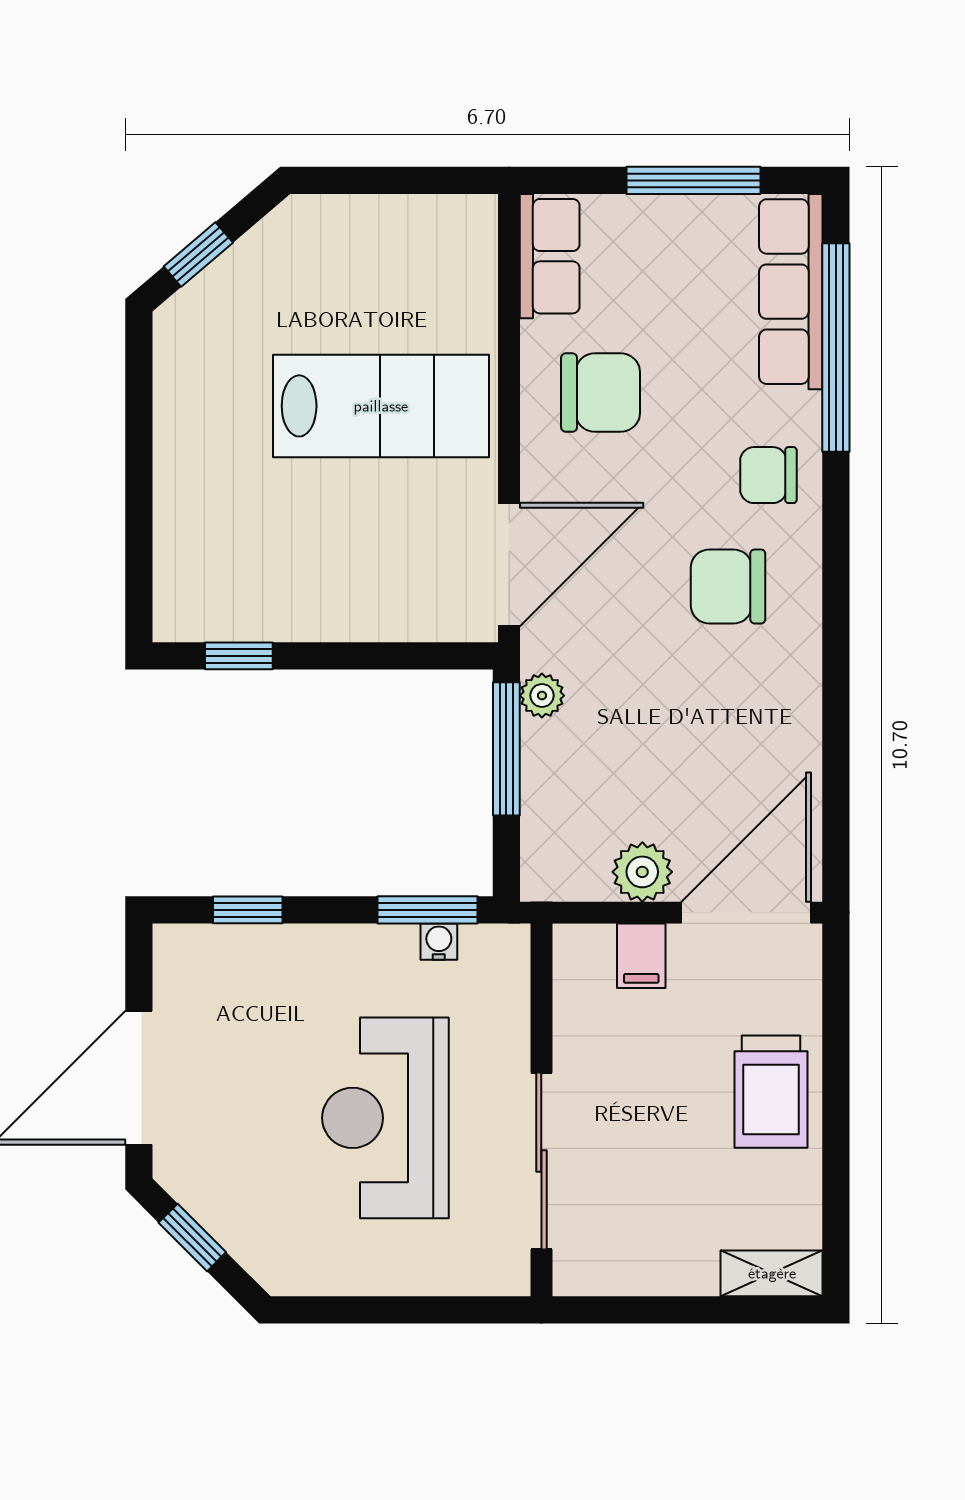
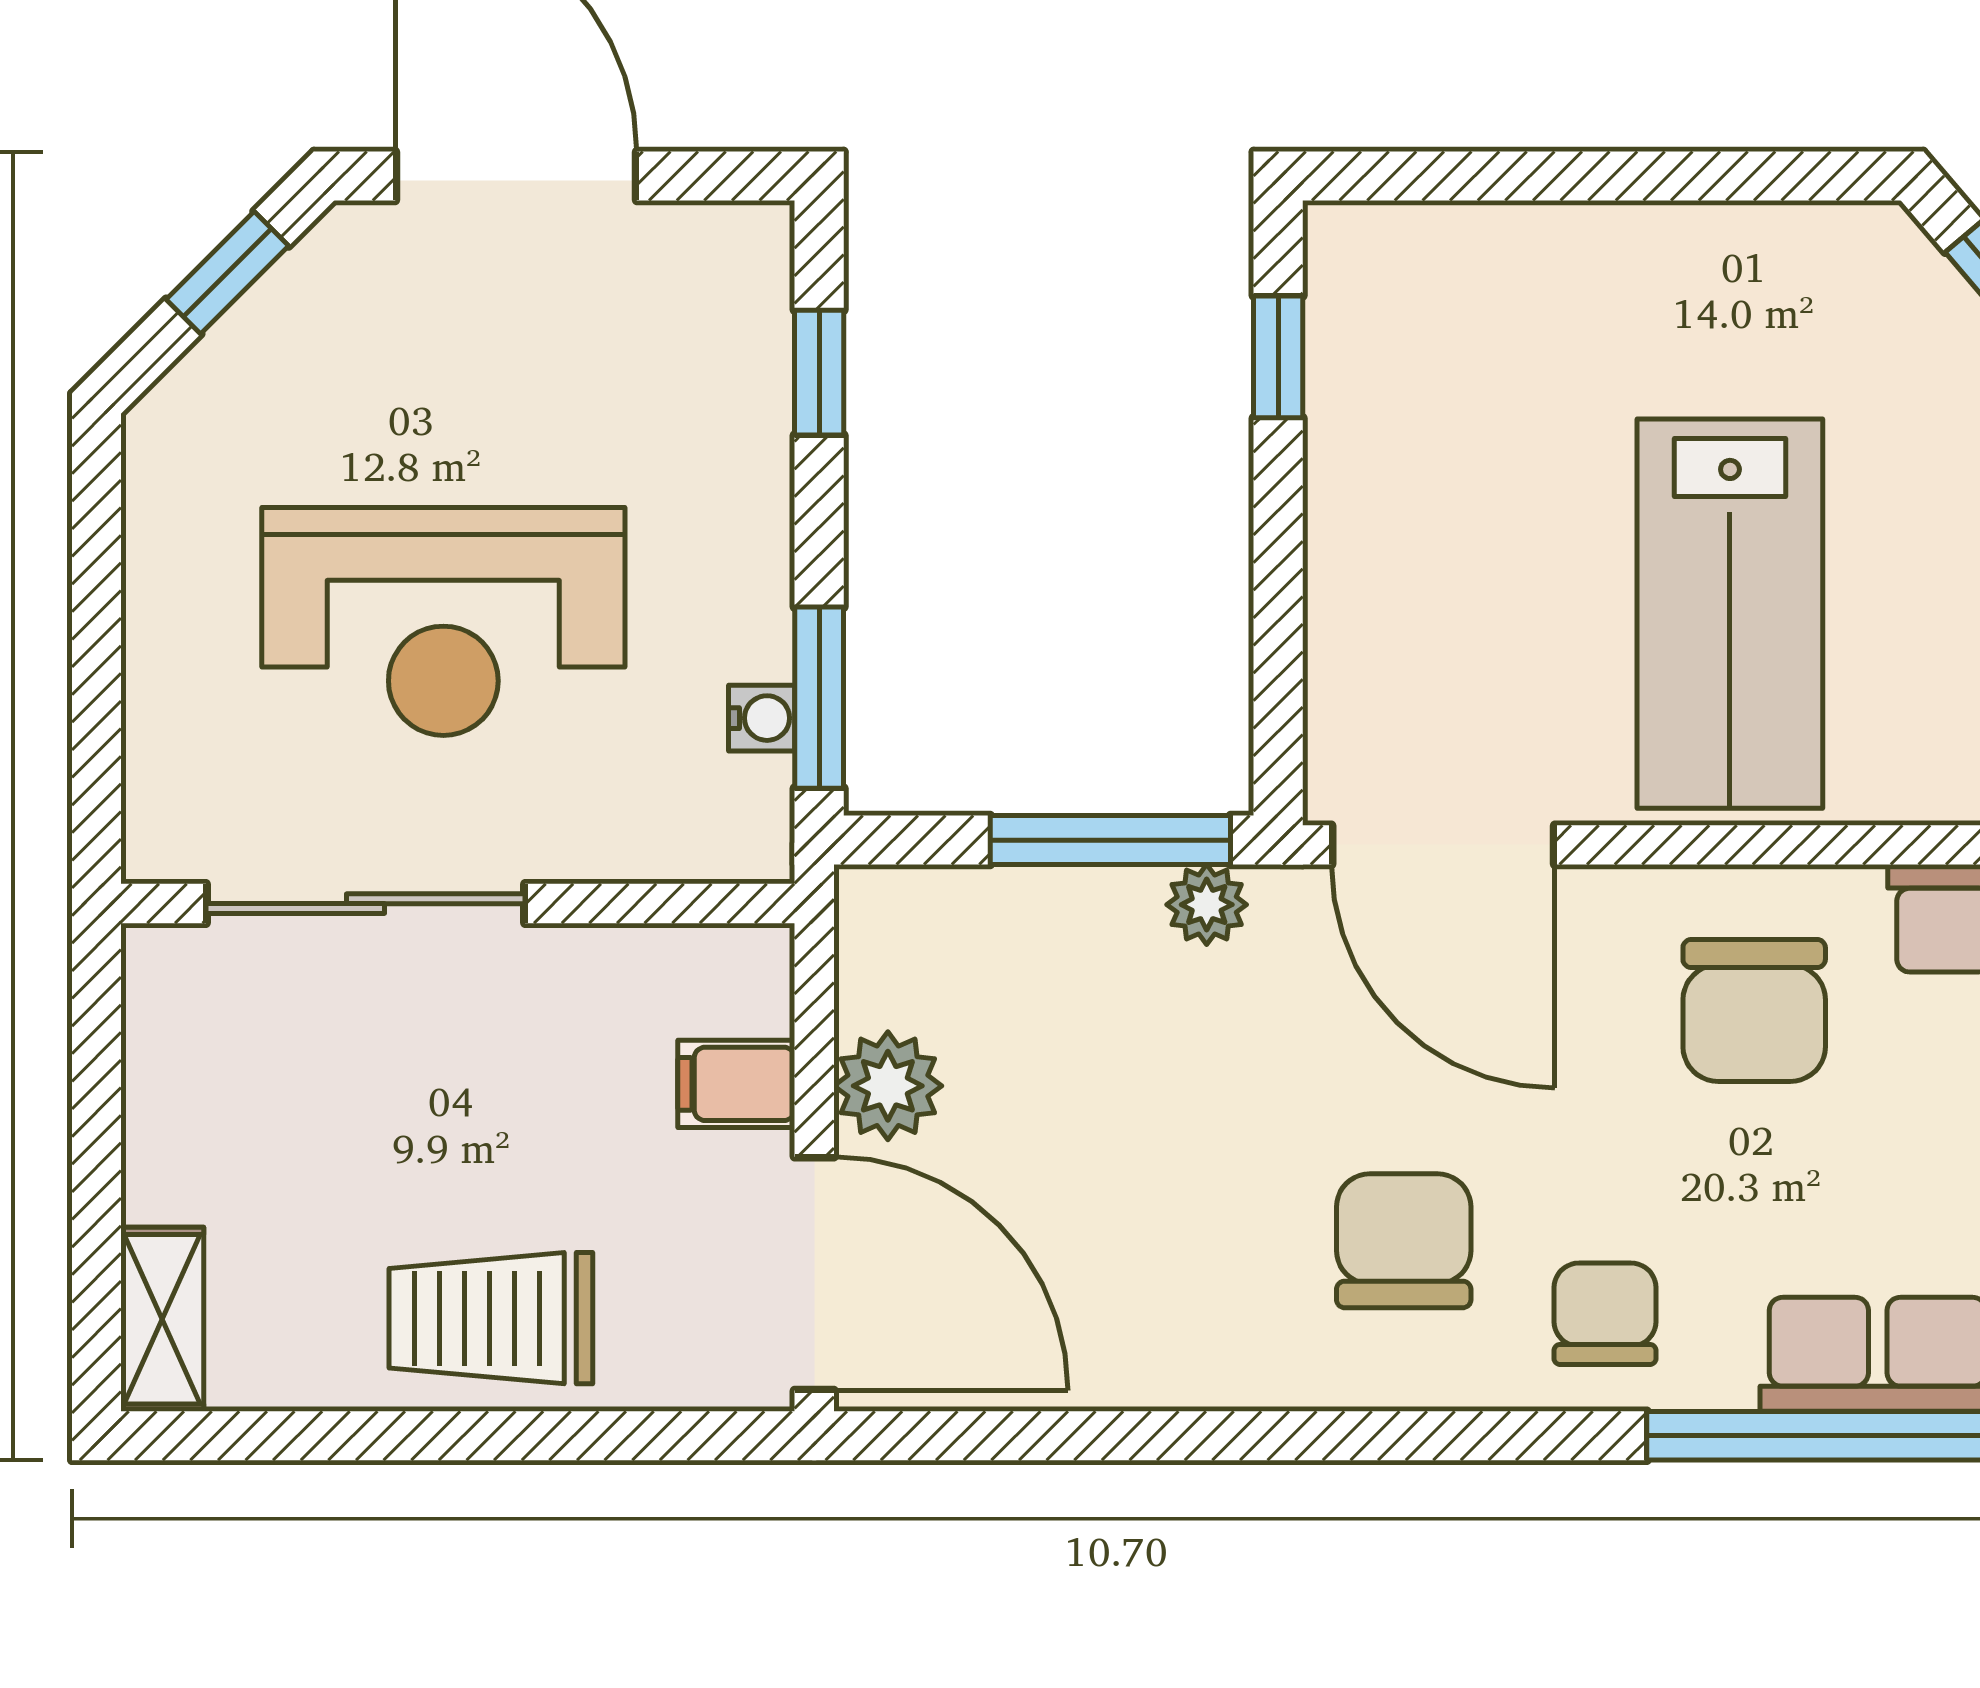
reception desk: (385, 1118) -> (443, 621), turned 180

